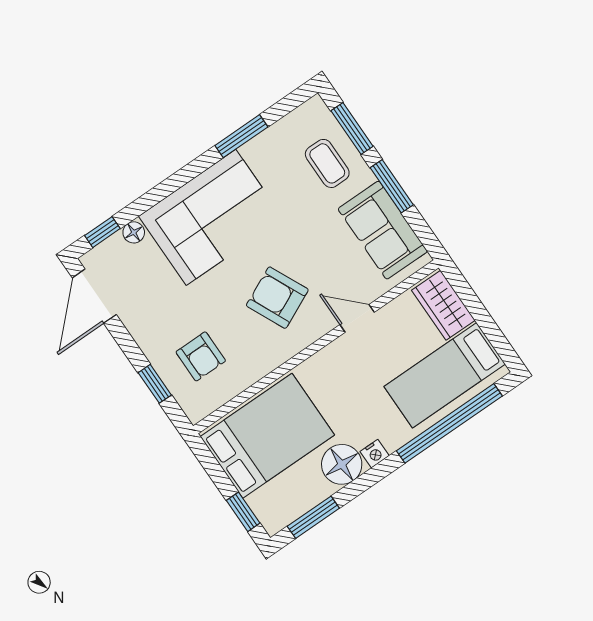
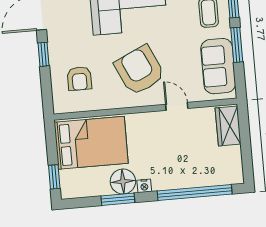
armchair: (277, 298) -> (140, 70), width x1.36, depth x1.36
bed: (445, 375) -> (207, 165), removed
window: (155, 384) -> (44, 54), moved
window: (313, 517) -> (118, 199), moved

